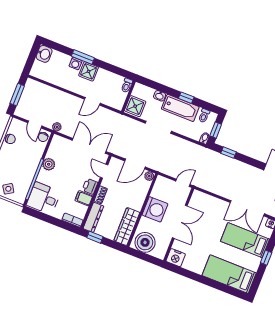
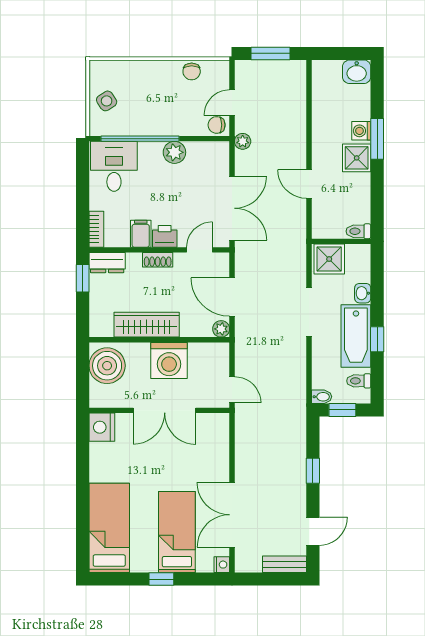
window: (228, 153) -> (313, 471), moved
dresser: (93, 217) -> (107, 263), width x0.70
wardrobe: (127, 227) -> (147, 325), moved

